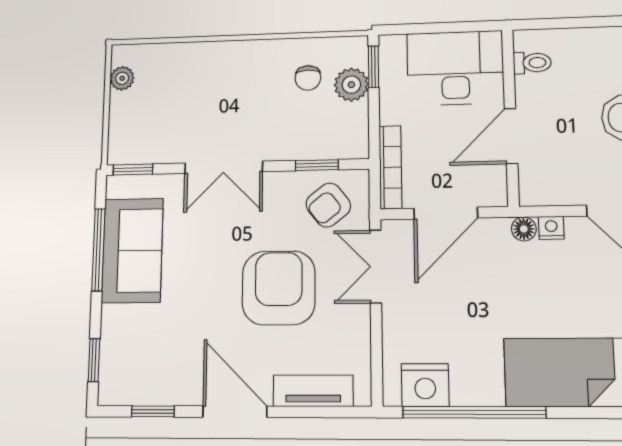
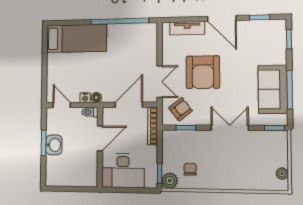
toilet: (532, 63) -> (90, 112), moved
plant: (351, 85) -> (170, 181), moved
nightstand: (425, 385) -> (139, 32), removed

